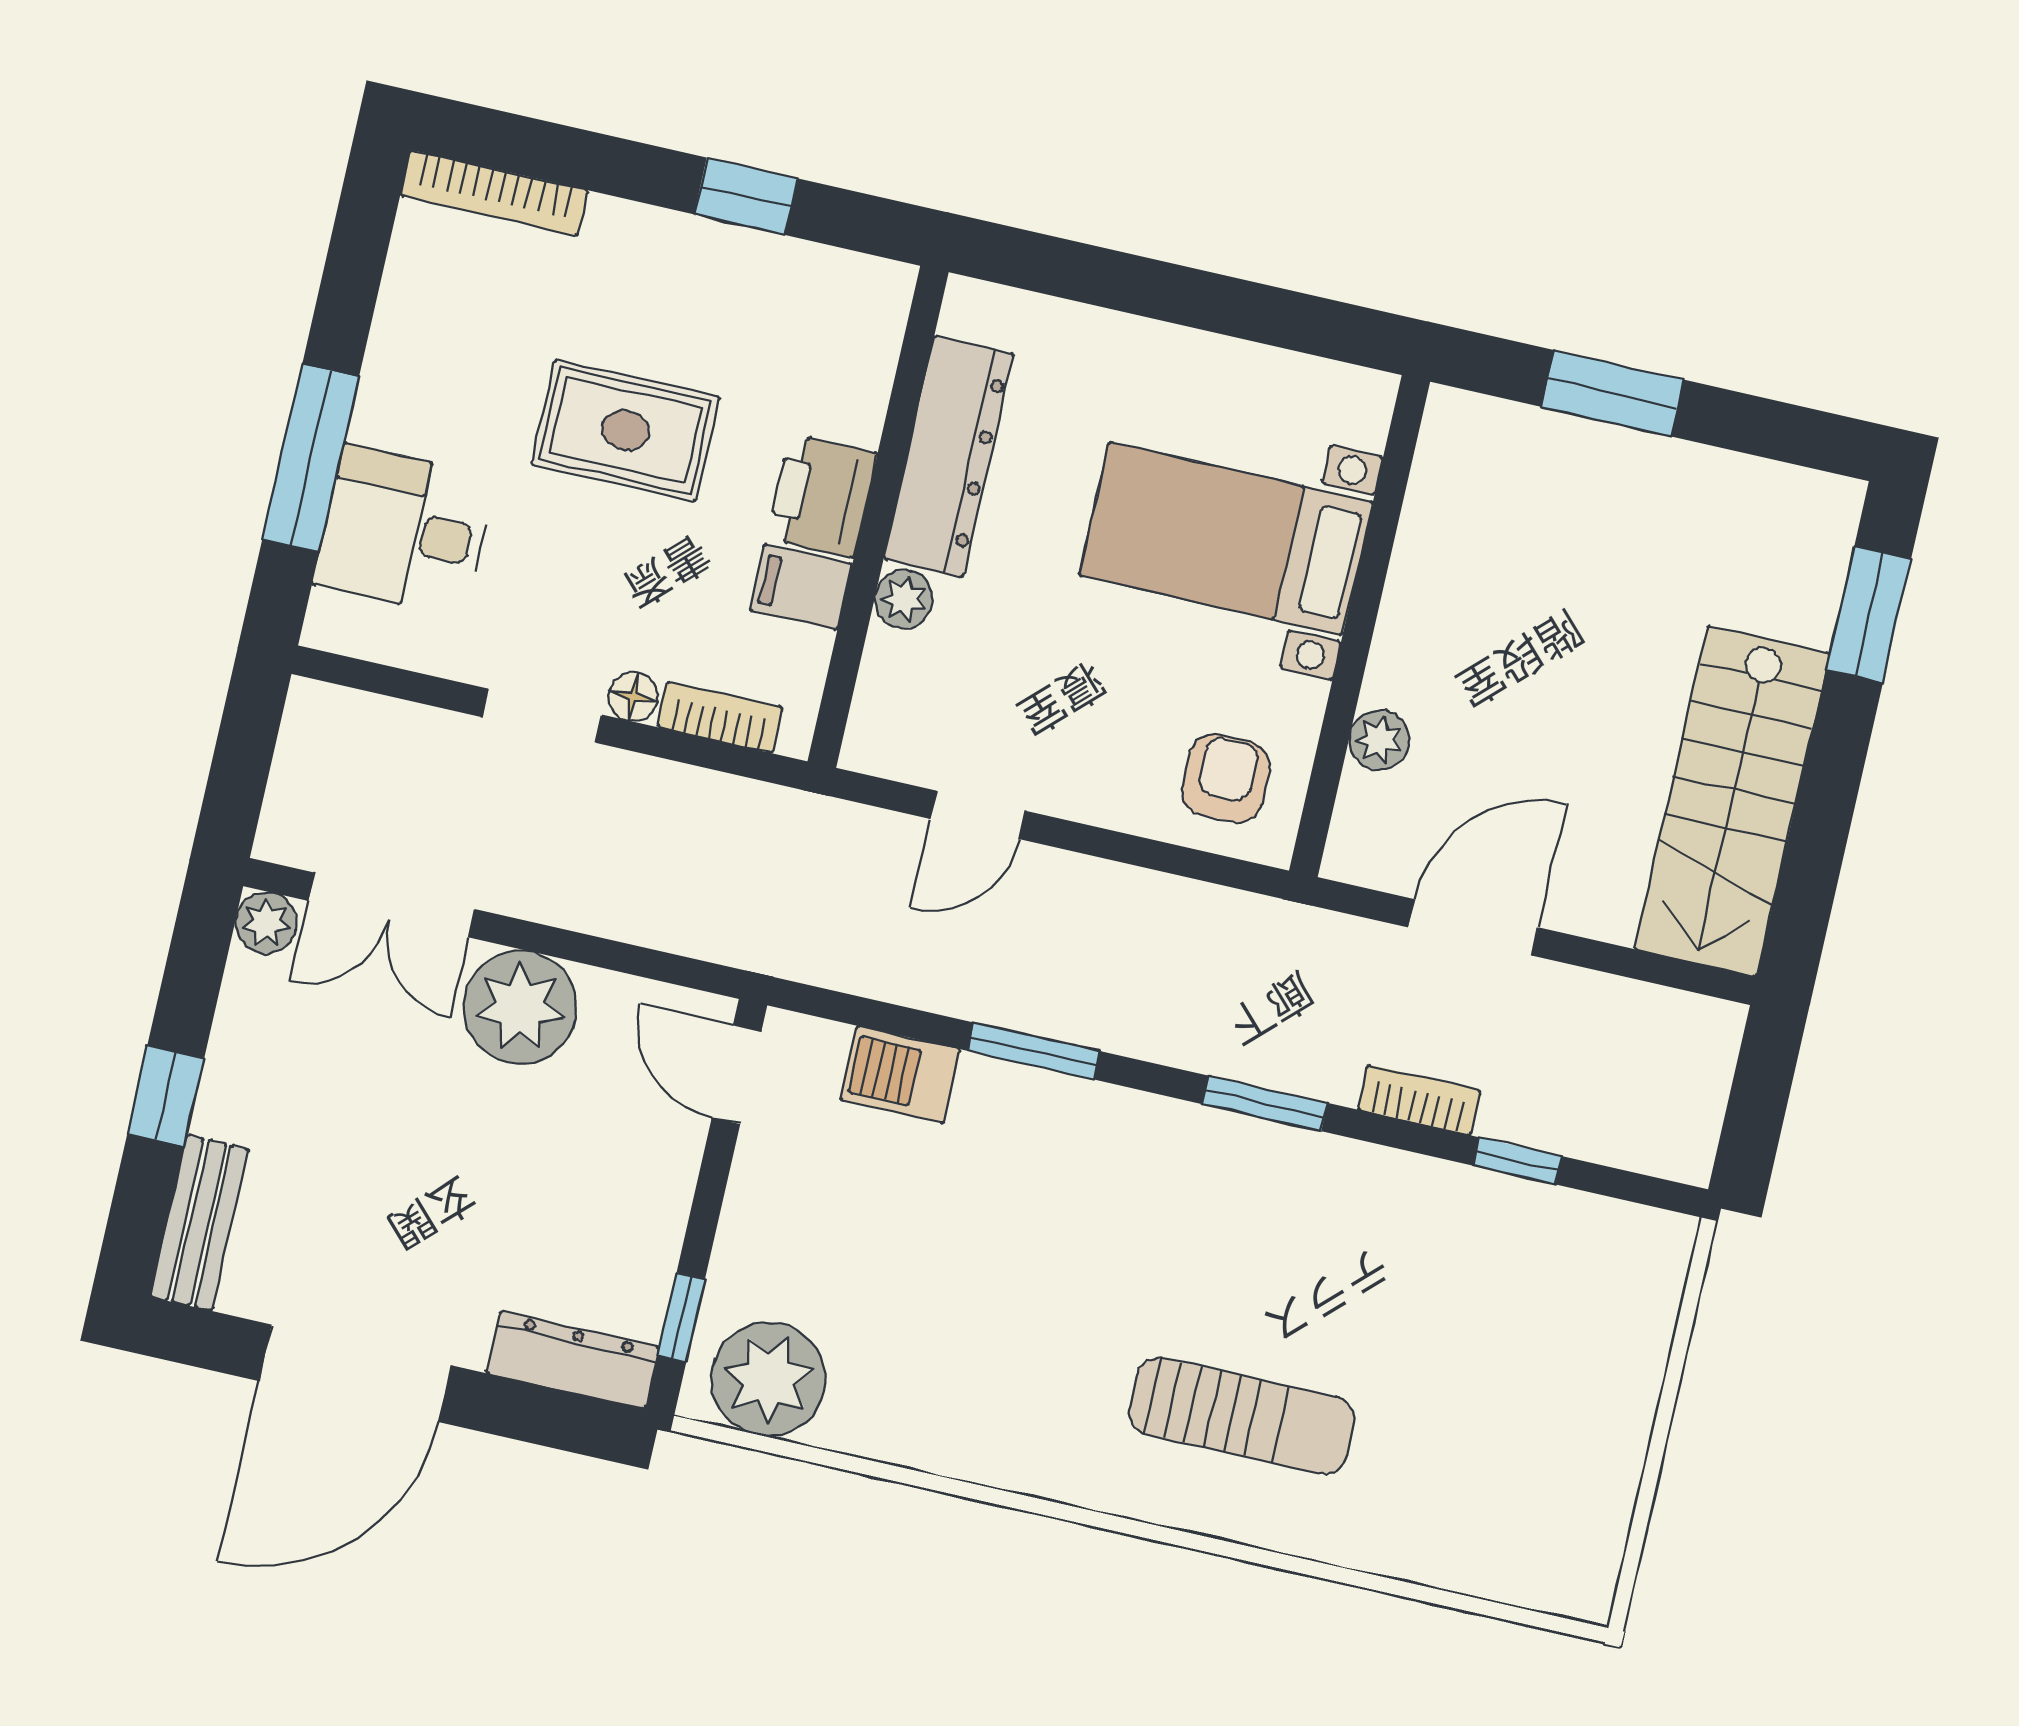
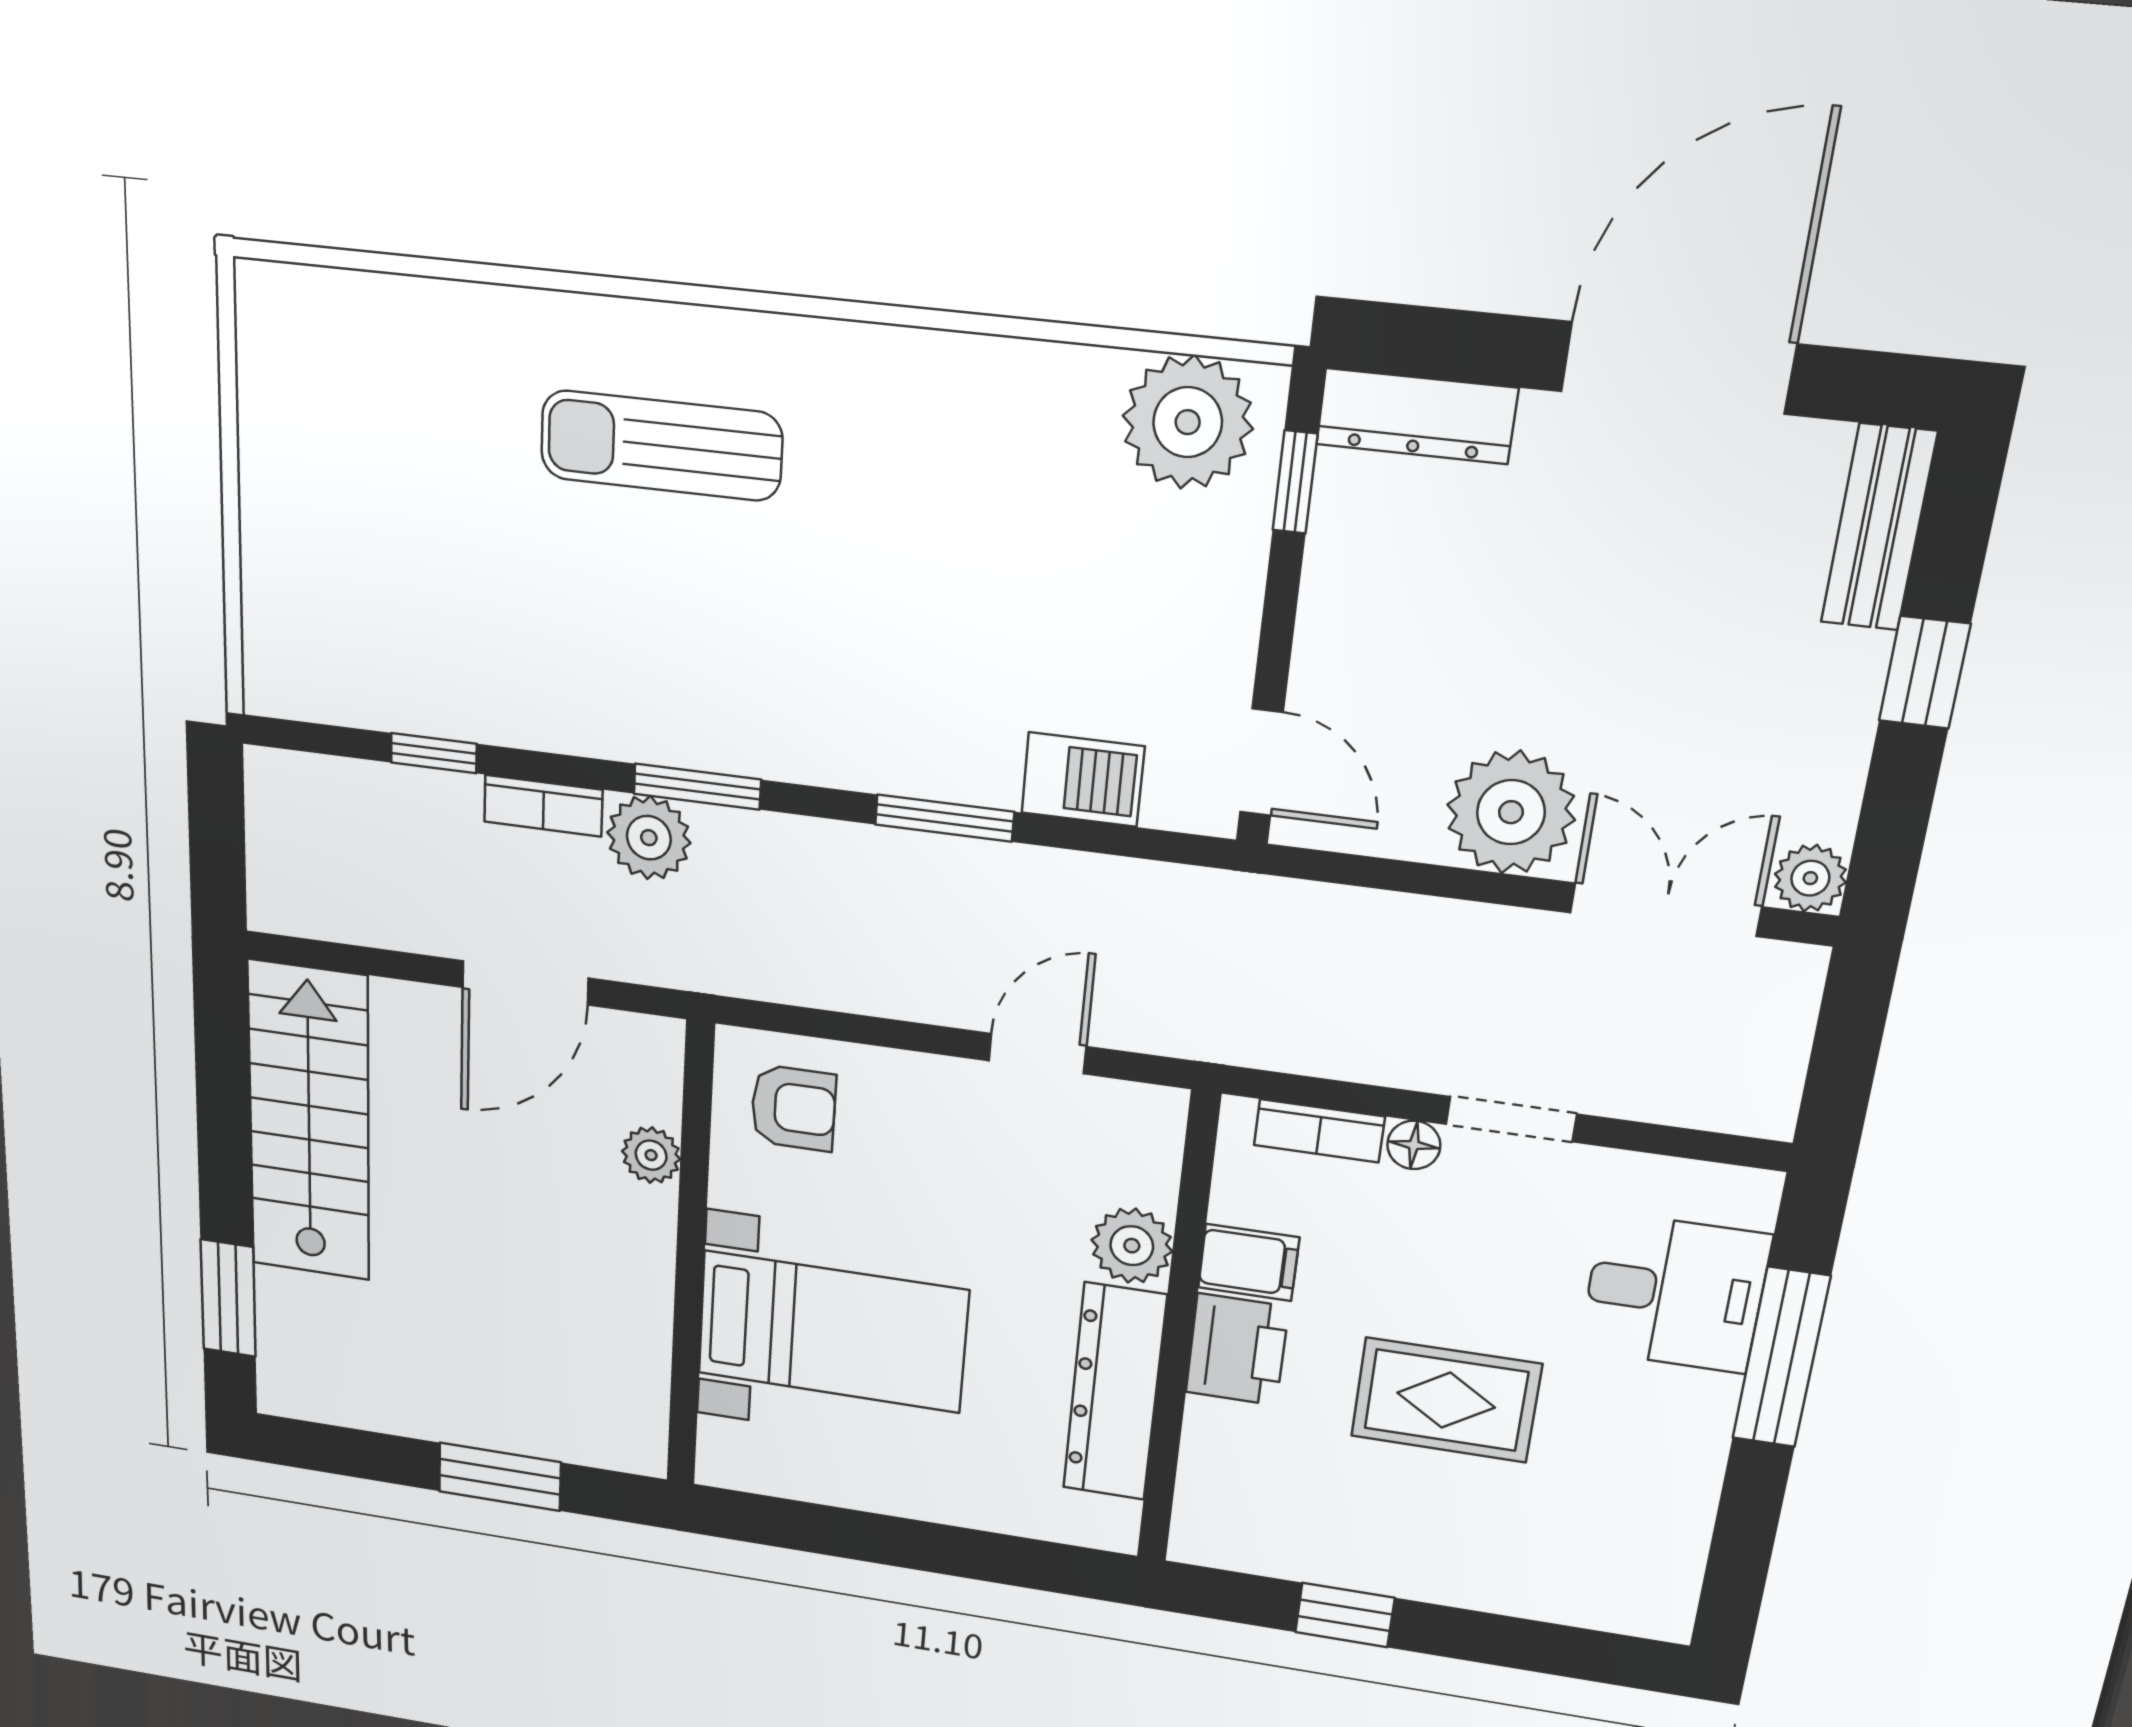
bookcase: (494, 193) -> (1600, 1610), removed
plant: (904, 599) -> (1132, 1246), width x1.38, depth x1.38
armchair: (1226, 778) -> (793, 1108), turned -90
plant: (1321, 1059) -> (649, 838), added

